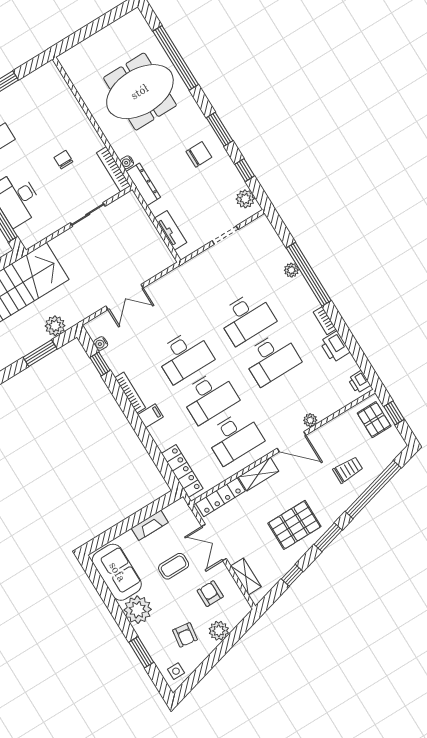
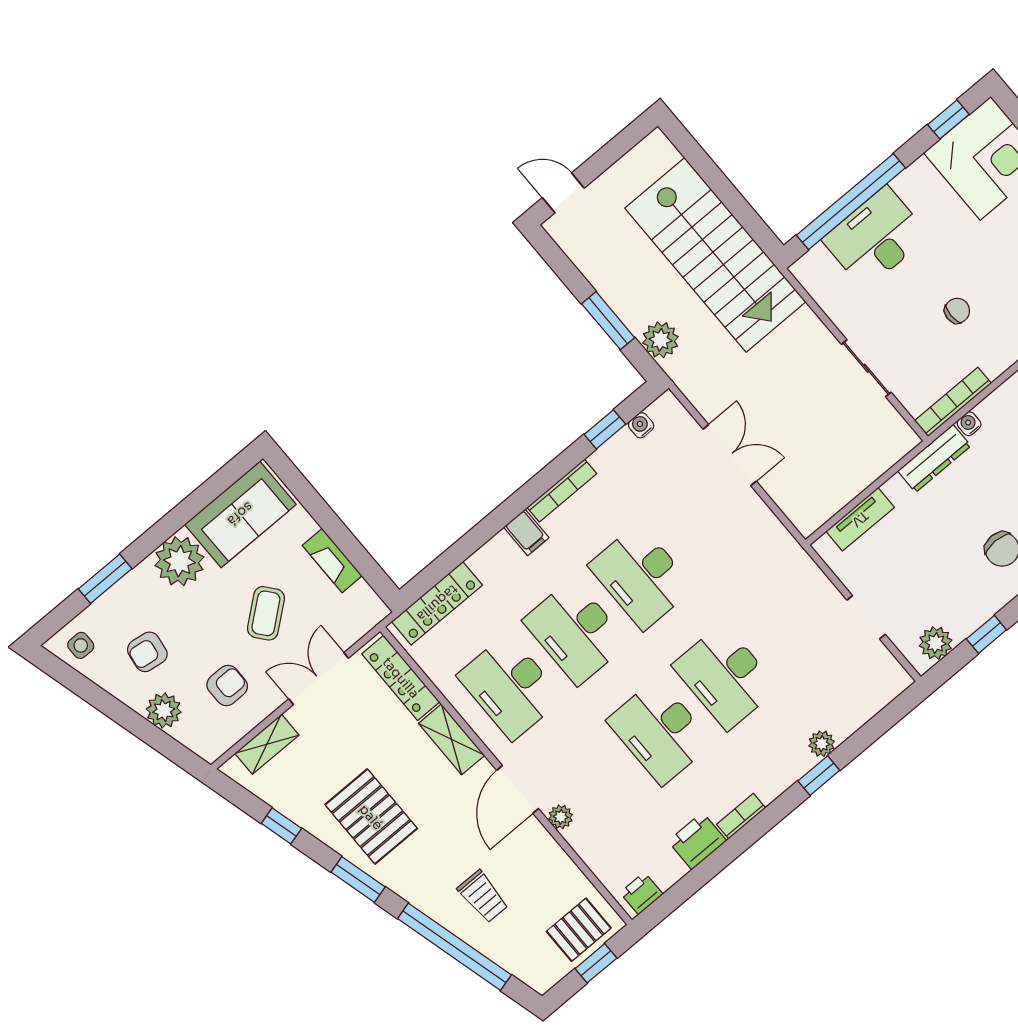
window: (309, 274) -> (819, 776), width x0.32
double door: (124, 297) -> (730, 455), swing flipped
coffee table: (174, 566) -> (266, 613), turned 51

